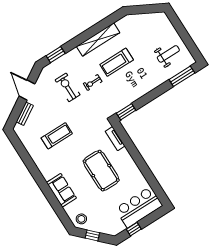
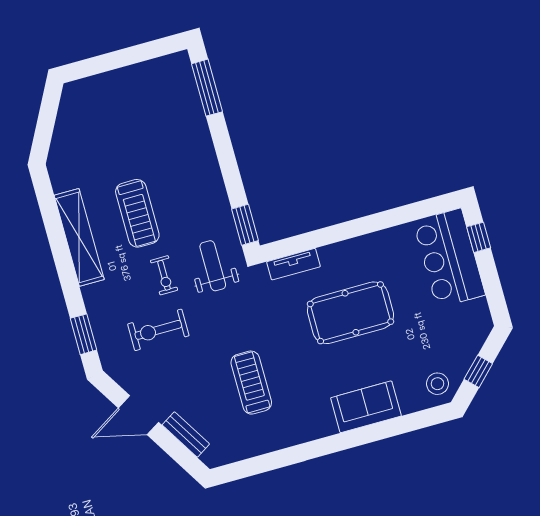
weight bench: (168, 54) -> (213, 266), moved
window: (134, 229) -> (479, 237), moved

